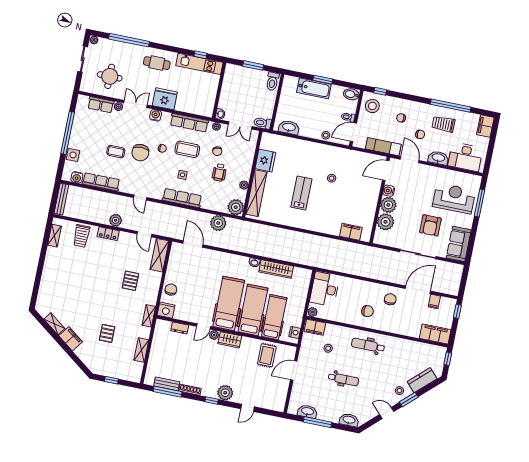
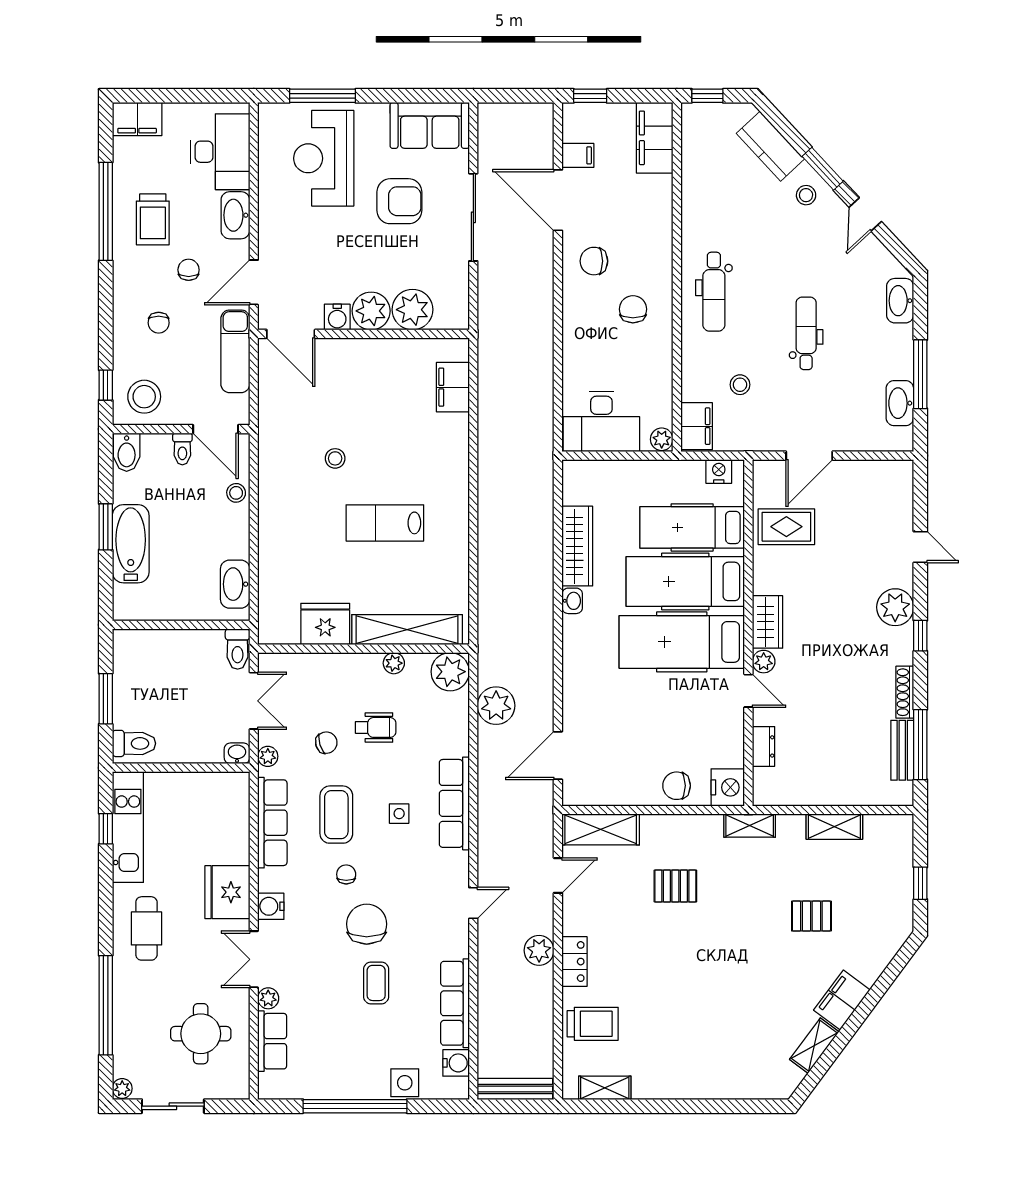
toilet: (272, 81) -> (134, 743), moved
chair: (140, 153) -> (367, 924), turned -90
door: (294, 370) -> (809, 456), hinge flipped

